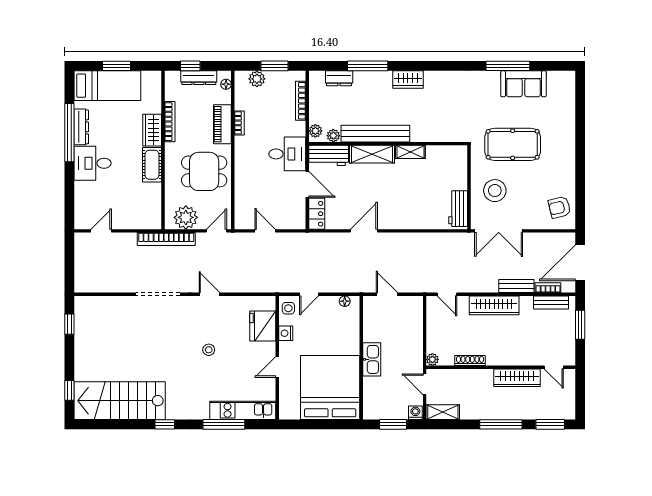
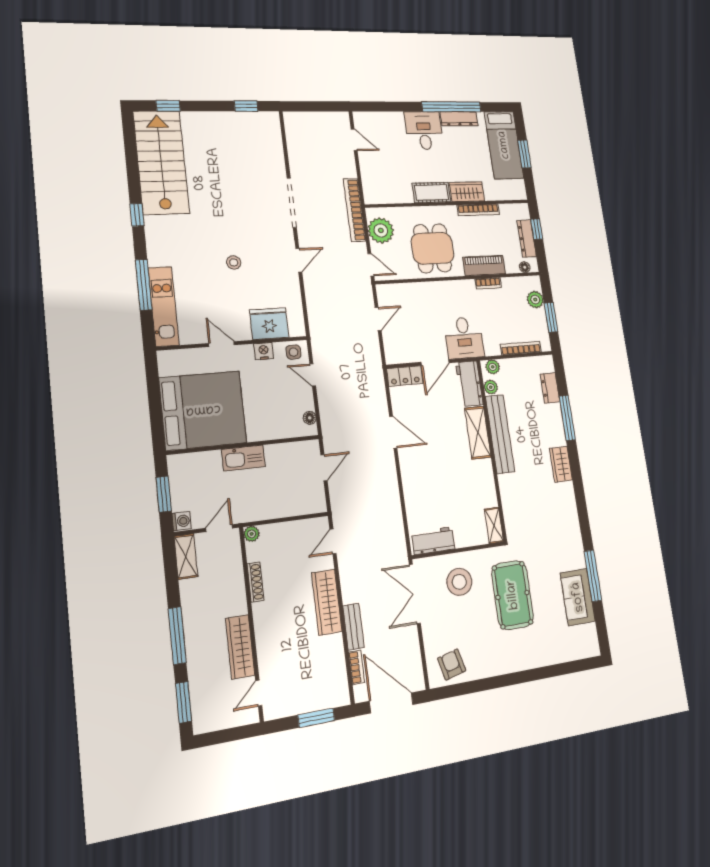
shelving: (410, 152) -> (494, 525), moved
bench: (551, 303) -> (339, 675), removed

